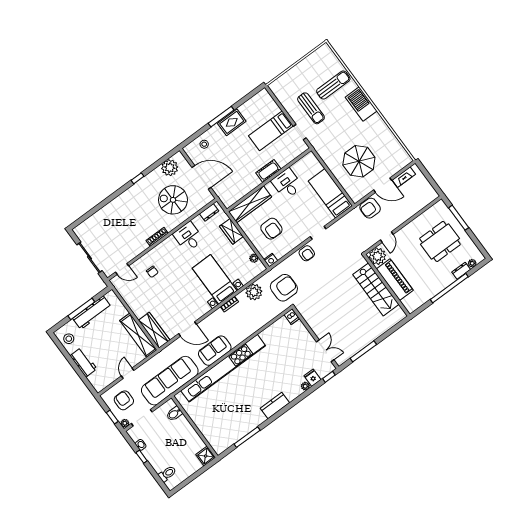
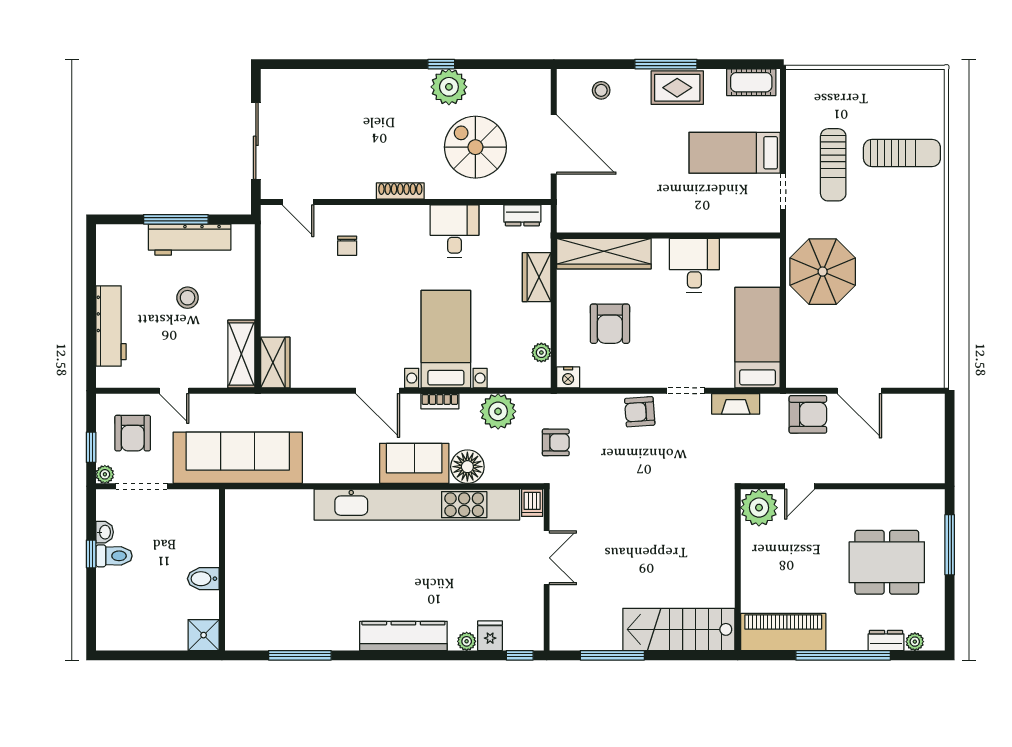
barbecue: (361, 104) -> (926, 222), removed
parasol: (359, 161) -> (823, 272), moved
plant: (170, 168) -> (449, 87), moved
cot: (268, 171) -> (751, 82), moved
fireplace: (404, 177) -> (736, 404), moved
armchair: (370, 208) -> (808, 414), turned 180
armchair: (307, 253) -> (640, 412), turned 86
piano: (395, 280) -> (783, 632), moved, turned -90
armchair: (284, 288) -> (556, 442), width x0.53, depth x0.53
stairs: (376, 289) -> (679, 629), moved, turned 90
floor lamp: (258, 321) -> (467, 467), added
door: (188, 329) -> (378, 391), moved
wardrobe: (154, 330) -> (275, 363), width x0.67
shelving: (138, 335) -> (241, 354), width x0.68
stool: (69, 339) -> (188, 298), moved
sofa: (215, 351) -> (414, 463), moved
double door: (325, 351) -> (547, 558), moved
workbench: (83, 362) -> (111, 326), width x1.38
kitchen unit: (223, 368) -> (417, 505), moved
door: (128, 373) -> (174, 391), swing flipped
armchair: (124, 400) -> (133, 433), turned 180
kitchen counter: (275, 405) -> (403, 636), width x1.50
bidet: (174, 414) -> (203, 579), moved
toilet: (167, 474) -> (114, 556), moved

